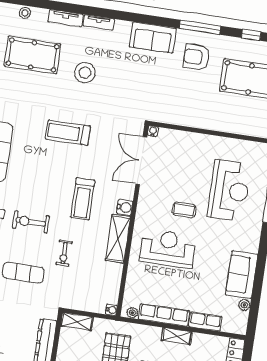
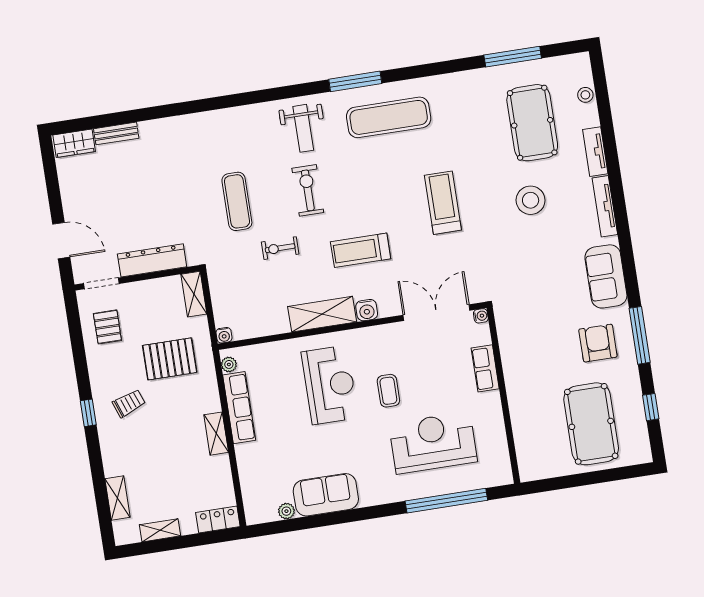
tv unit: (99, 22) -> (605, 206), width x1.41
reception desk: (229, 191) -> (433, 443), turned 180
row of seats: (205, 322) -> (485, 368), moved, turned 180

